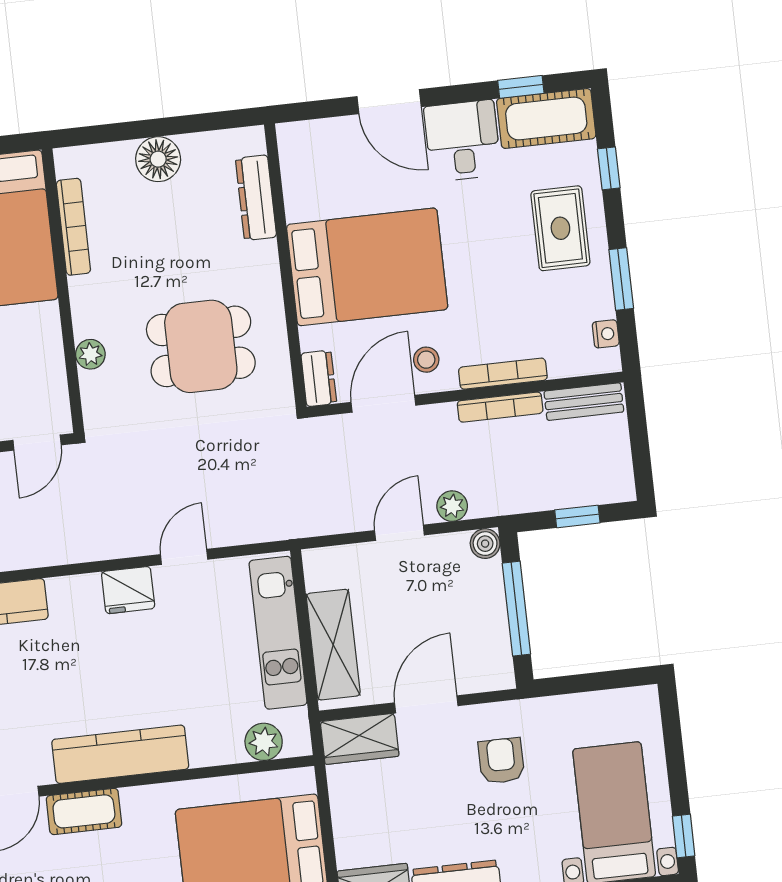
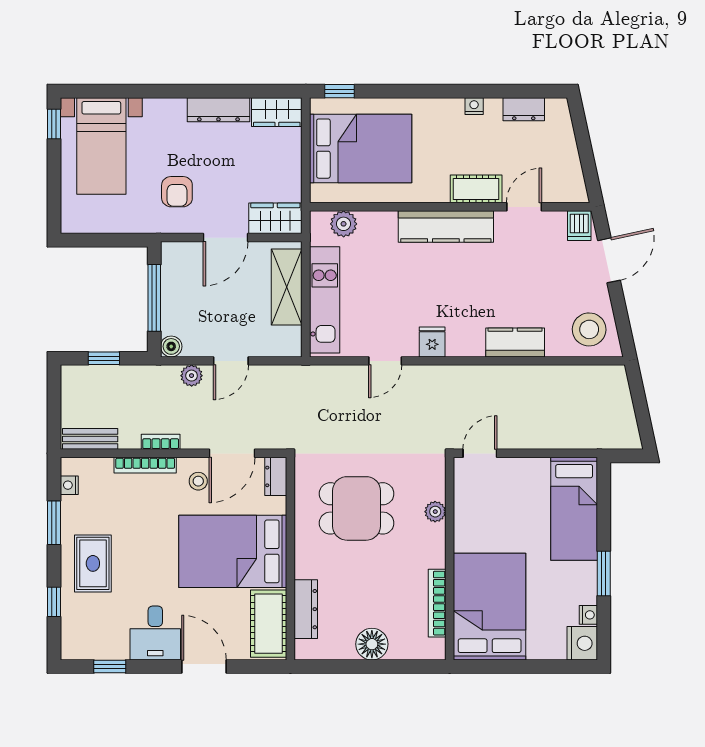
cot: (546, 118) -> (269, 624), moved, turned 90
bookcase: (500, 407) -> (161, 442), width x0.64
fridge: (128, 590) -> (432, 342), width x0.72

